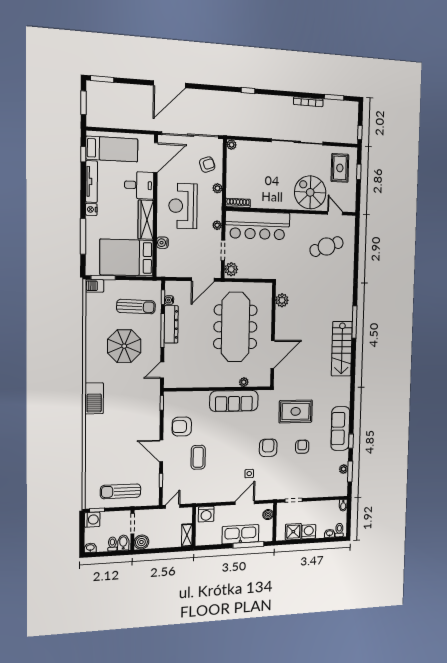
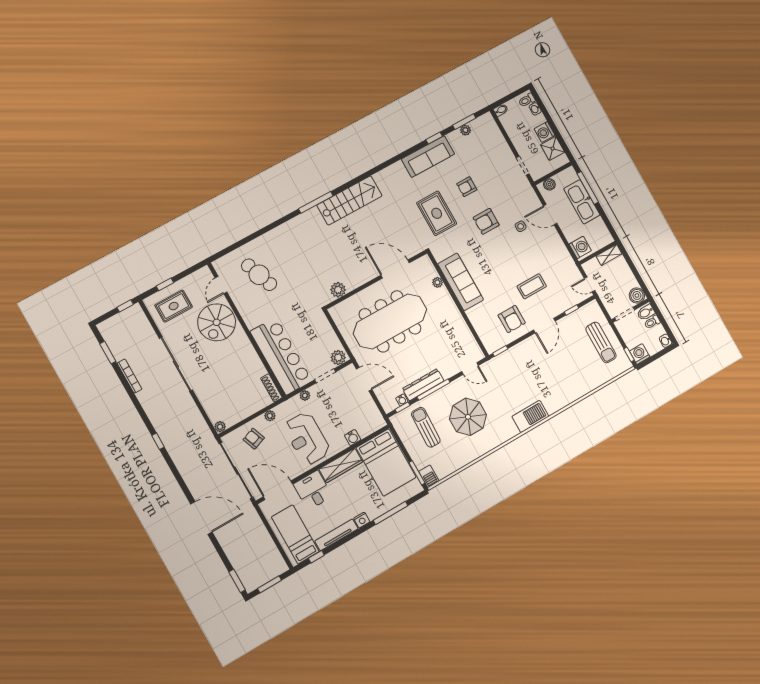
reception desk: (183, 206) -> (307, 439), turned 90

